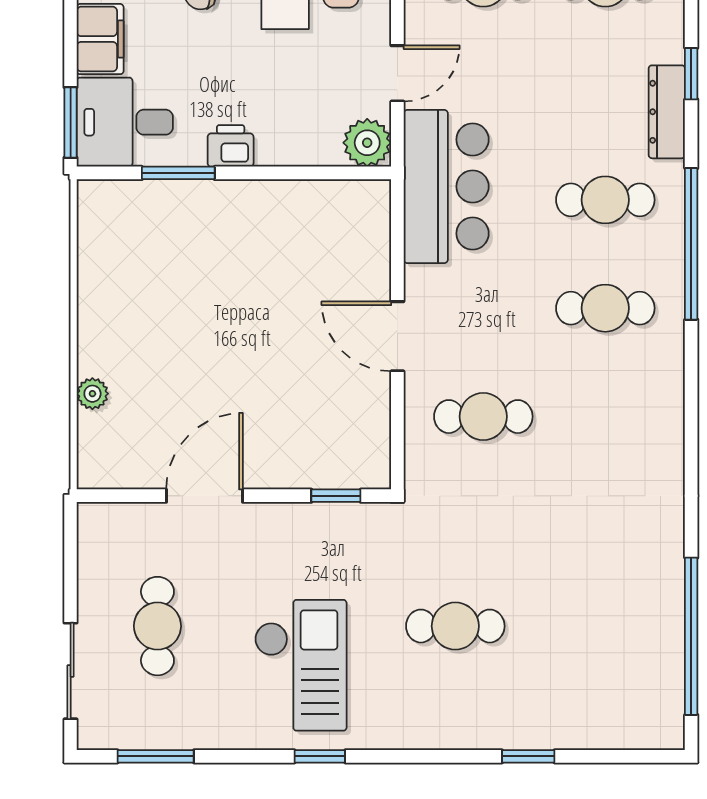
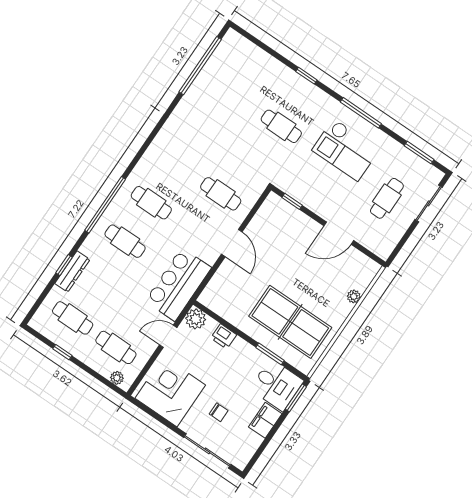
dresser: (667, 112) -> (72, 271), moved
printer: (231, 146) -> (224, 336), moved
table tennis table: (181, 261) -> (290, 322), added
checkout: (301, 665) -> (346, 150), turned -90
window: (320, 756) -> (361, 113), width x2.17
window: (528, 756) -> (306, 76), moved

